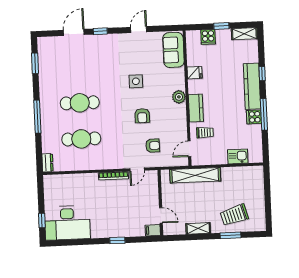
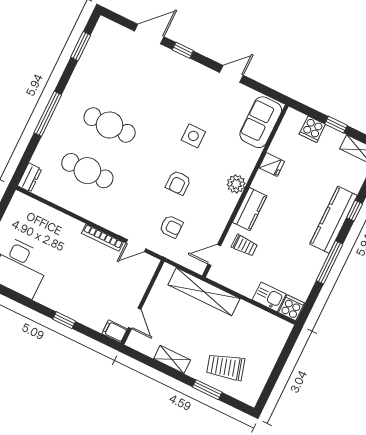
cooker: (254, 117) -> (291, 308), moved, turned 90

